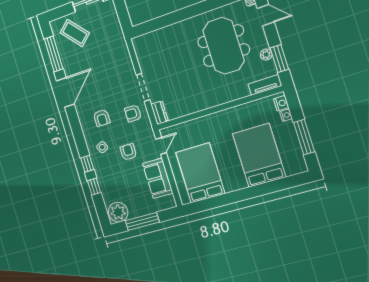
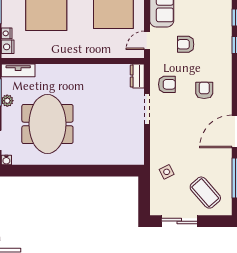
side table: (102, 147) -> (167, 172), moved
armchair: (128, 152) -> (186, 44), turned 90

